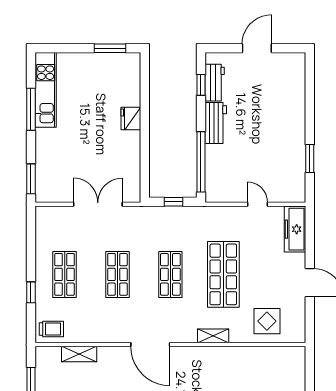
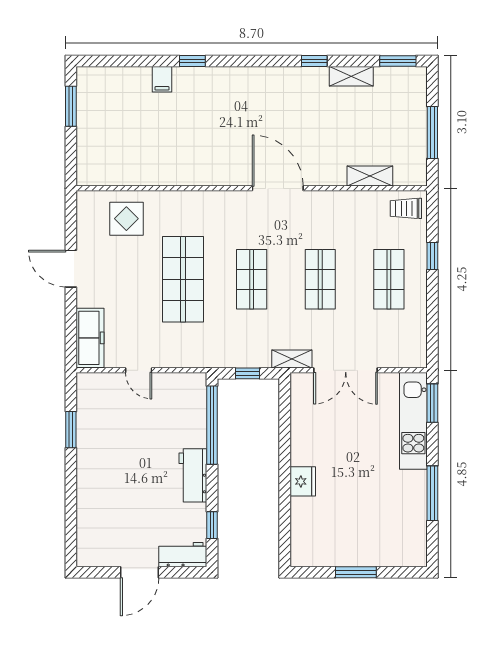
window: (110, 48) -> (356, 572), moved
workbench: (215, 83) -> (183, 555), moved, turned 90
kitchen unit: (46, 90) -> (413, 421), moved
shelving: (213, 336) -> (292, 359), moved

